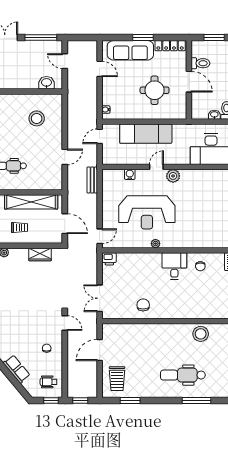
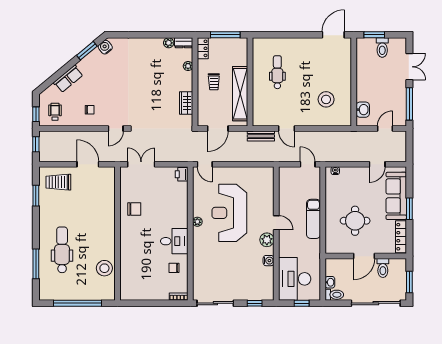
exam couch: (146, 134) -> (314, 219), width x0.73, depth x0.69
water cooler: (130, 174) -> (269, 261), moved
bench: (92, 180) -> (261, 136), moved

